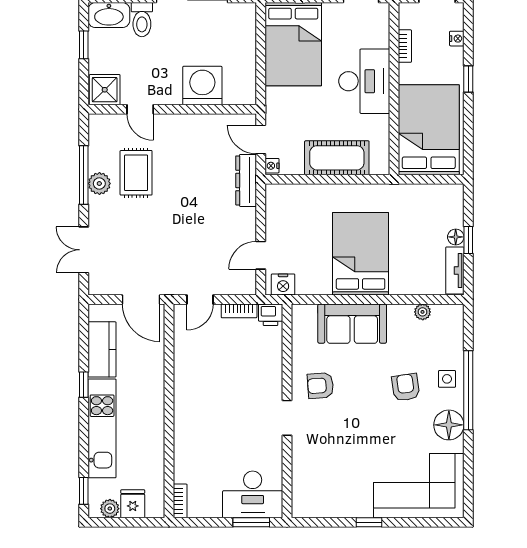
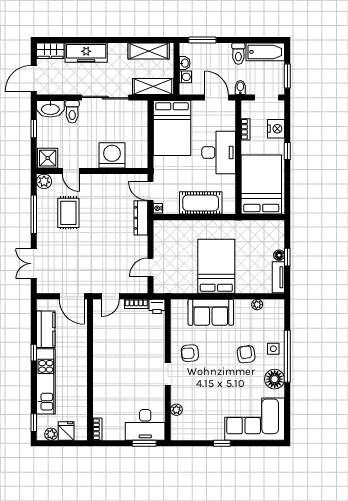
nightstand: (457, 39) -> (276, 129), width x1.89, depth x1.79
plant: (99, 183) -> (44, 181), moved
nightstand: (283, 284) -> (165, 286), removed
plant: (300, 471) -> (176, 410), added

